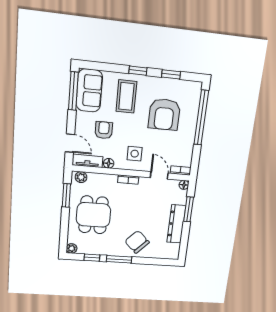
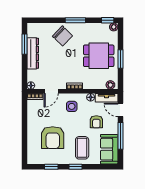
window: (73, 91) -> (120, 136), moved
armchair: (164, 114) -> (53, 138), turned 180
window: (201, 118) -> (24, 138), removed
door: (159, 175) -> (51, 91), hinge flipped
window: (66, 196) -> (120, 59), moved
window: (189, 209) -> (24, 44), moved
dining table: (93, 215) -> (99, 56), turned 90
window: (92, 258) -> (108, 20), moved

